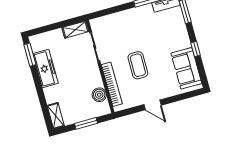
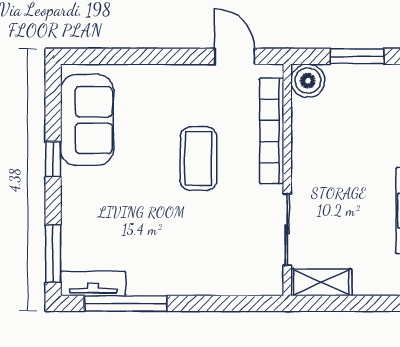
boiler: (99, 95) -> (308, 81), moved
door: (153, 105) -> (235, 56), moved

